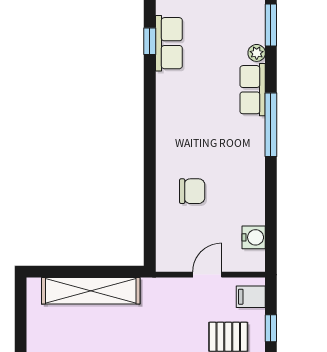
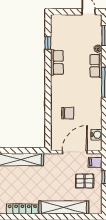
row of seats: (169, 43) -> (57, 62), moved
door: (207, 275) -> (75, 152), width x1.88

